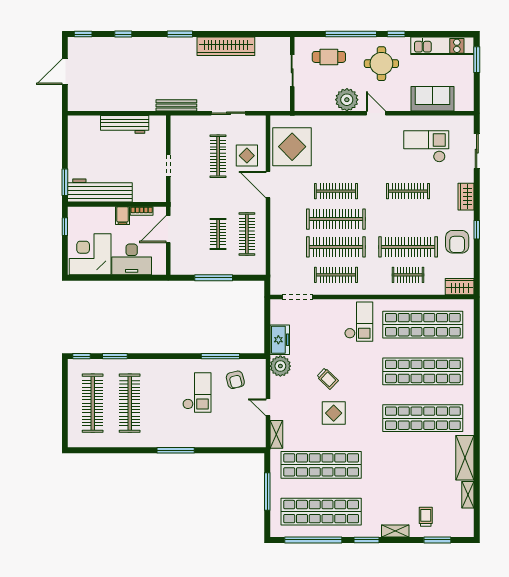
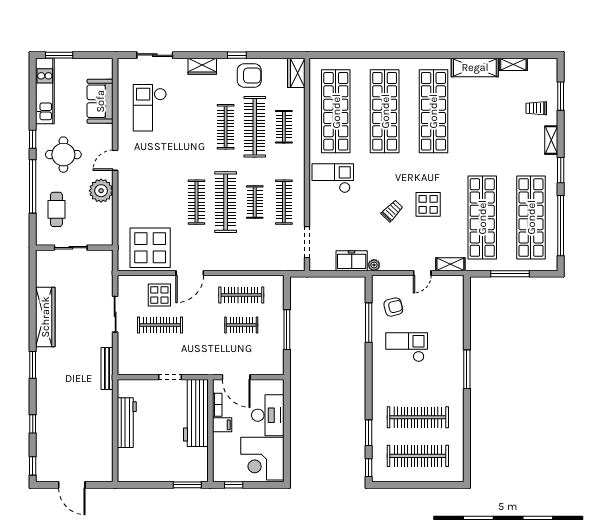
workbench: (100, 191) -> (196, 413), moved
clothes rail: (408, 191) -> (226, 127), moved
clothes rail: (336, 247) -> (255, 202), width x0.54, depth x0.76
plant: (280, 366) -> (374, 265), width x0.53, depth x0.53

